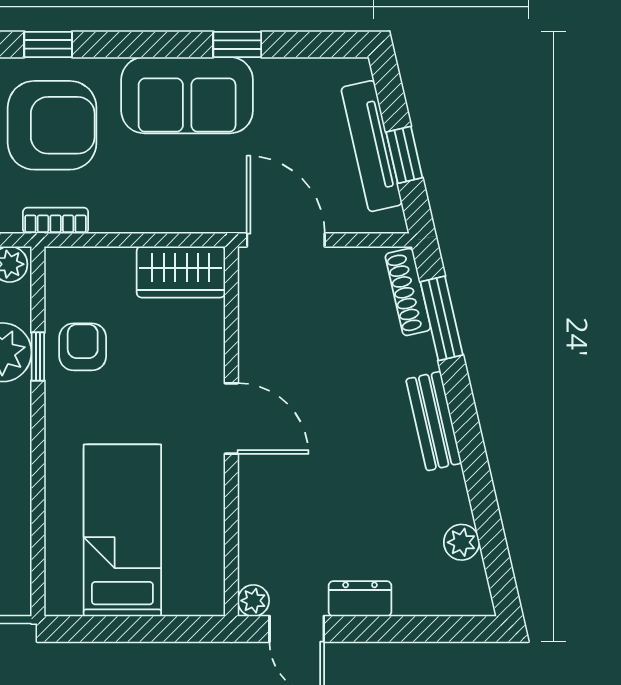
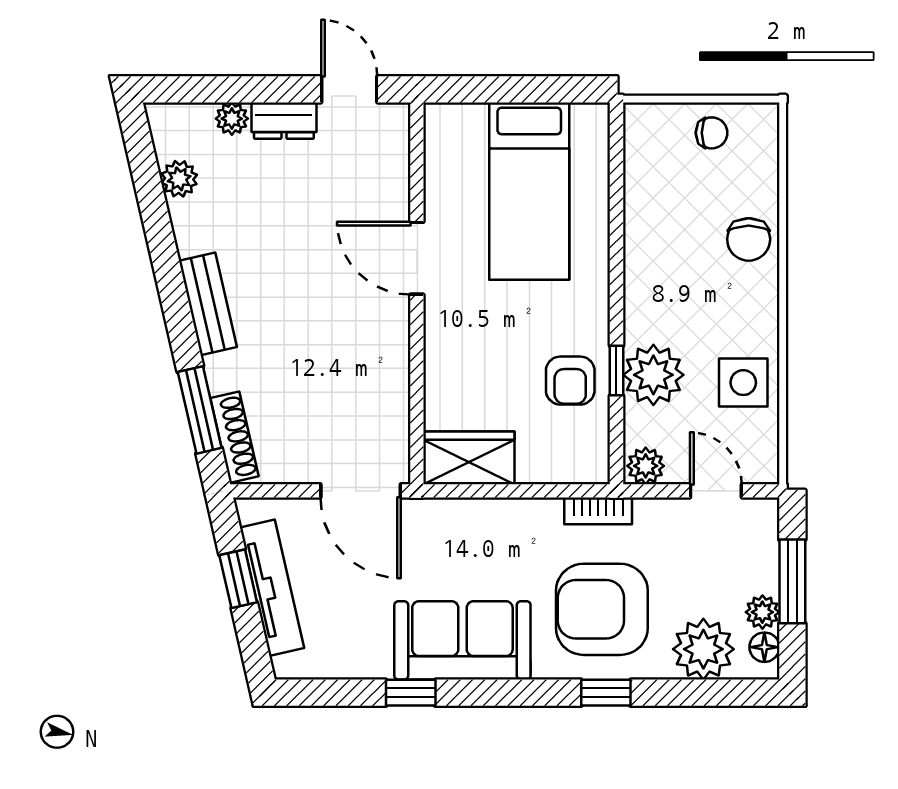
door: (231, 419) -> (417, 258), moved
plant: (253, 601) -> (232, 119), moved

